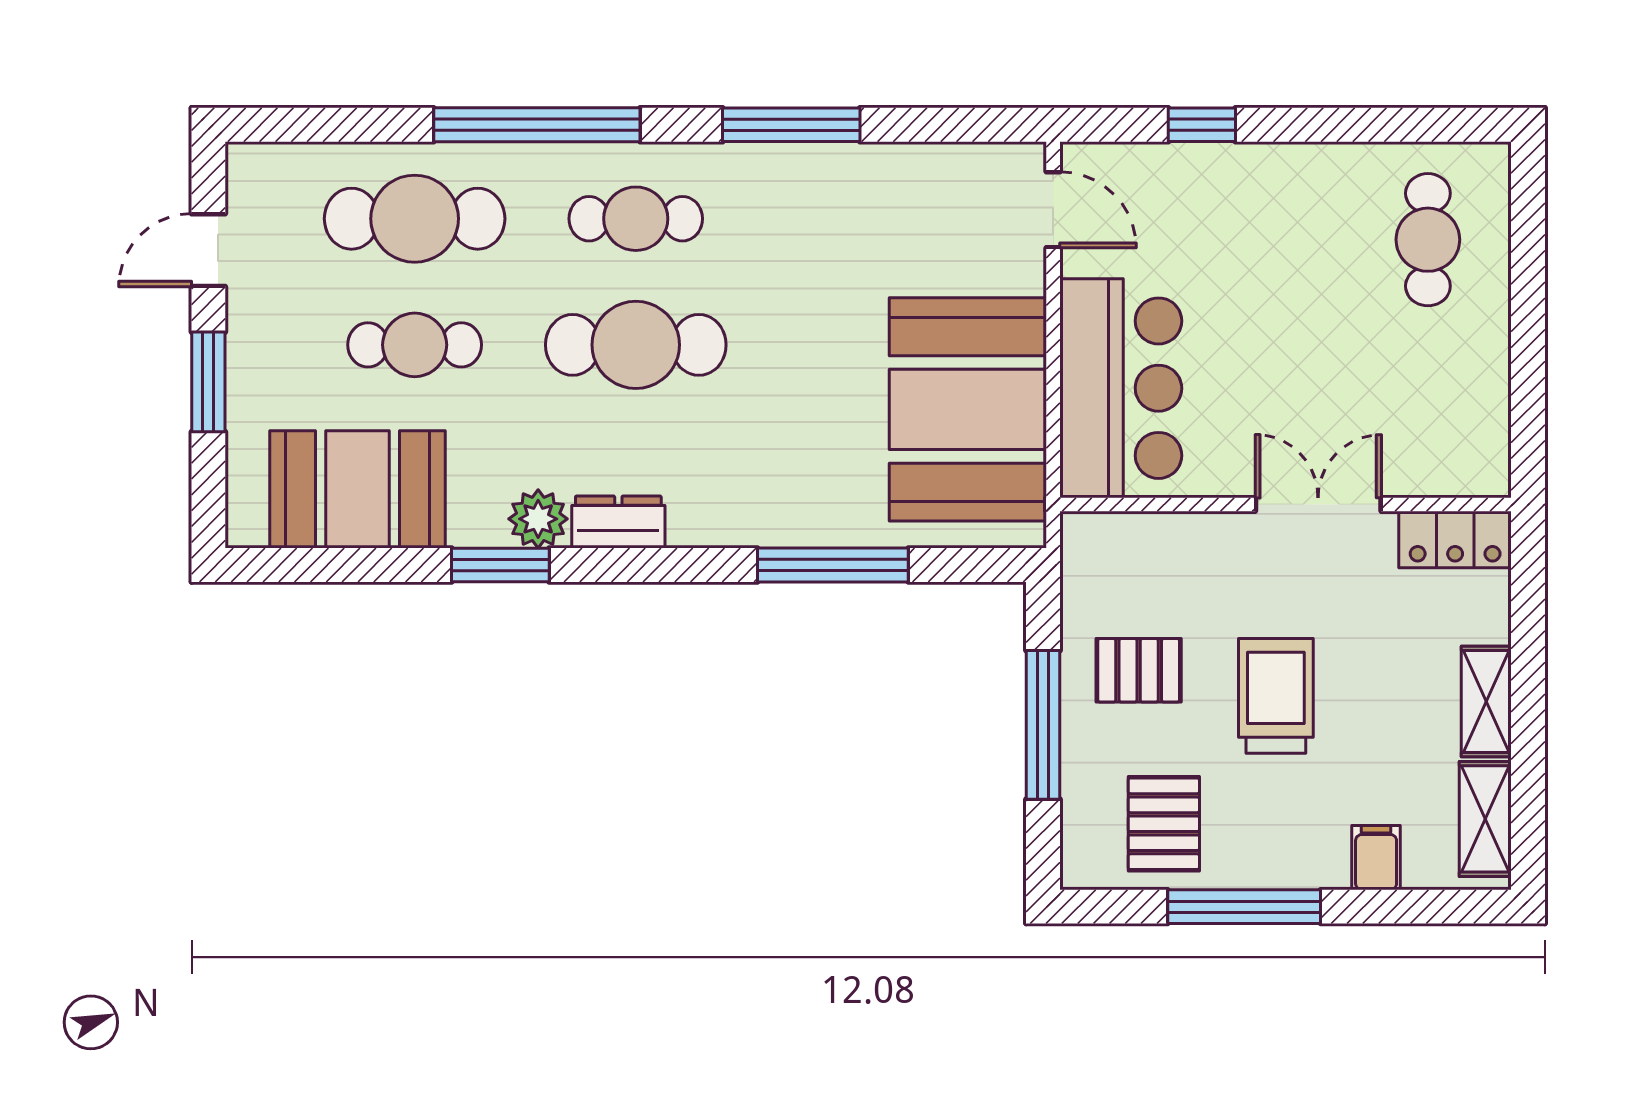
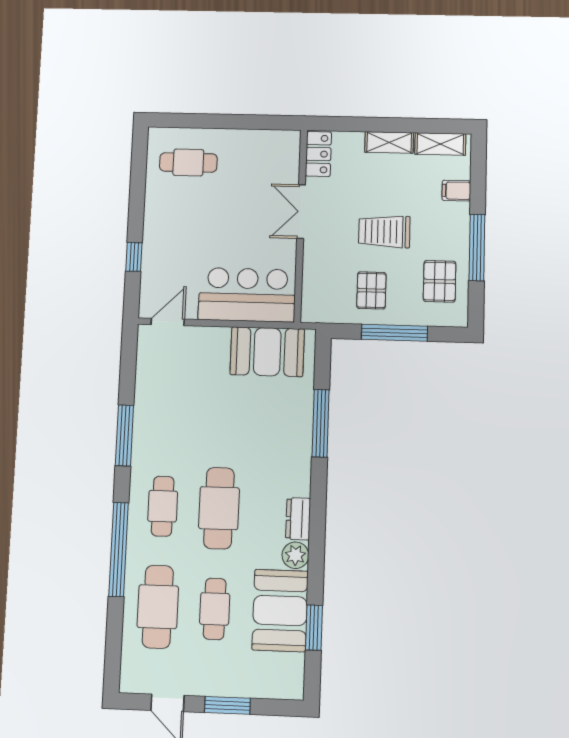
booth: (968, 409) -> (267, 352), width x0.73, depth x0.70
booth: (357, 489) -> (280, 610), moved
window: (500, 565) -> (314, 628), moved
pallet: (1164, 824) -> (440, 281), turned 90

